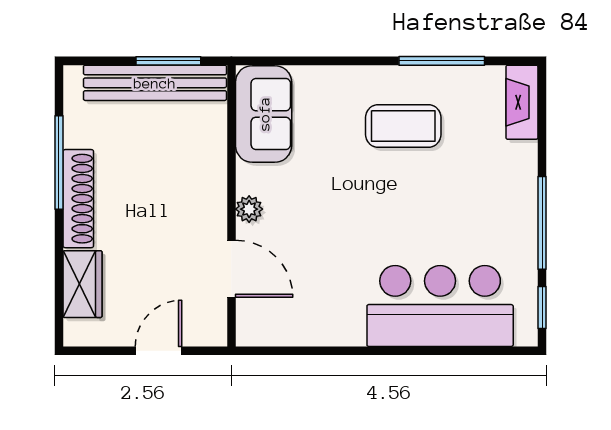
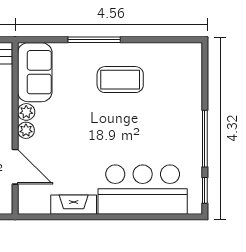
window: (442, 61) -> (94, 40), moved
fireplace: (522, 102) -> (74, 205), moved, turned 90
plant: (249, 179) -> (26, 112), added

